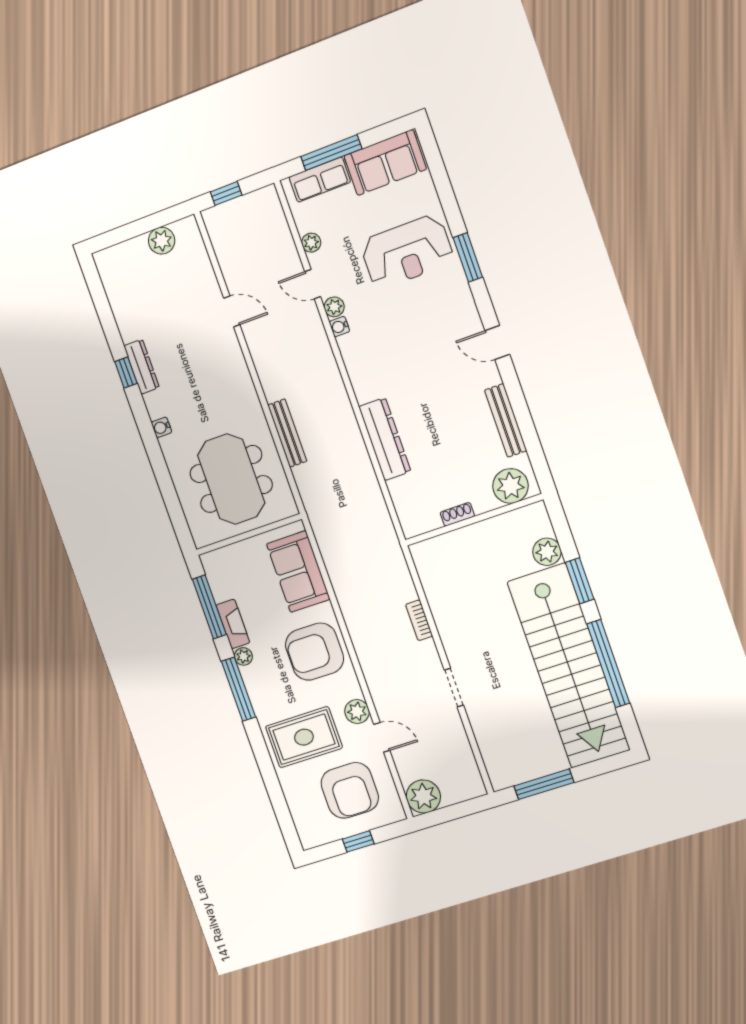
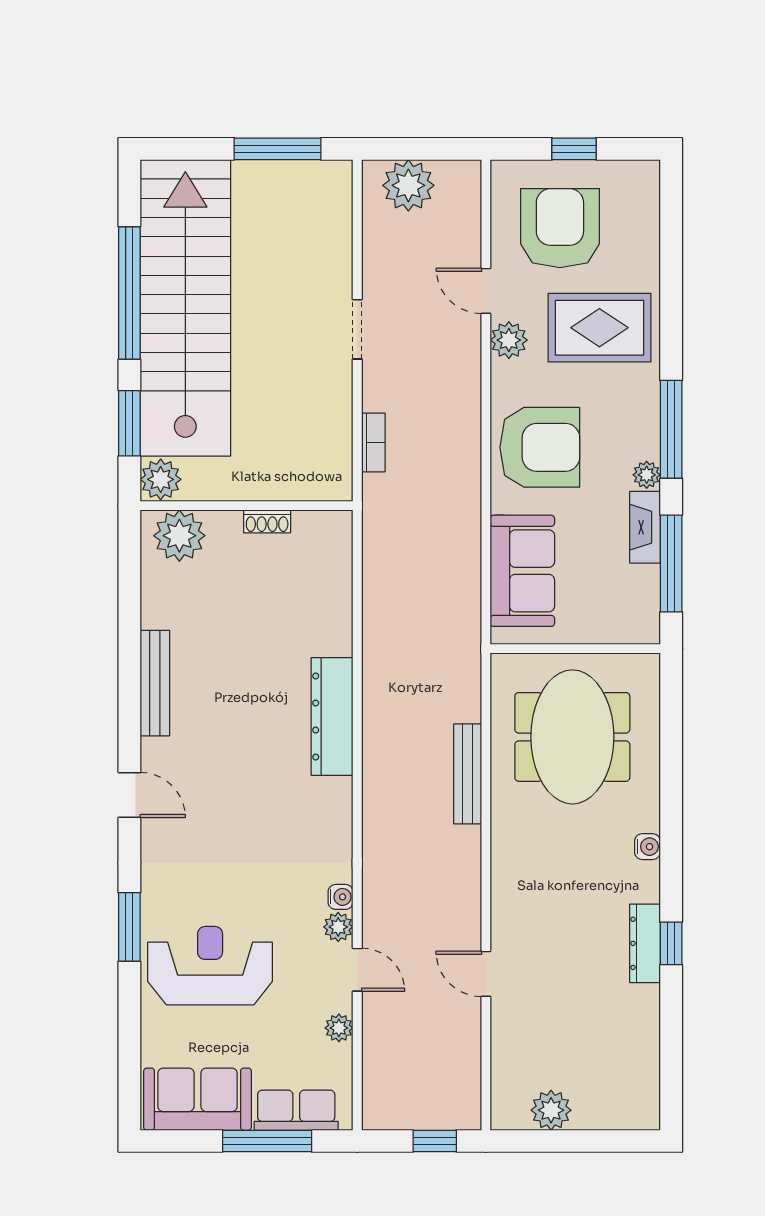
plant: (510, 486) -> (179, 536), moved
shoe rack: (457, 514) -> (267, 521), moved
wall: (474, 520) -> (246, 506), moved
plant: (423, 796) -> (408, 185), moved

